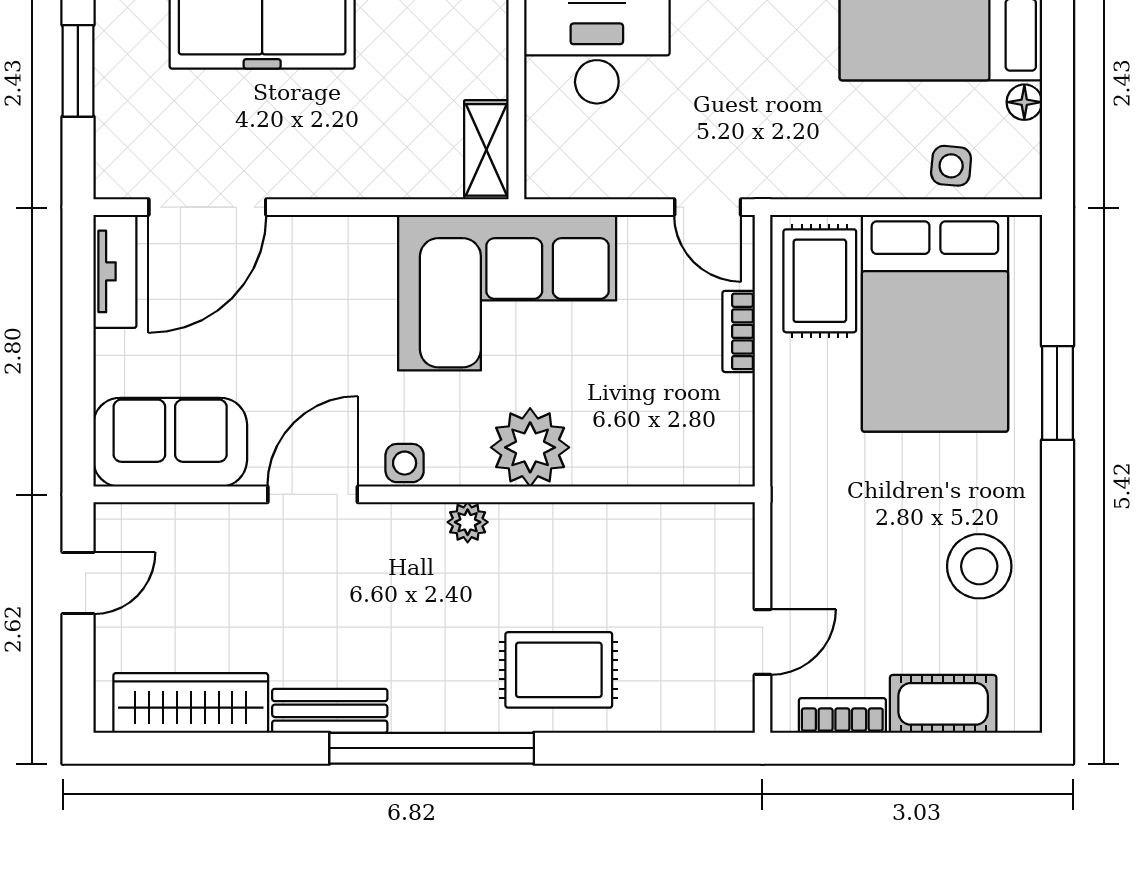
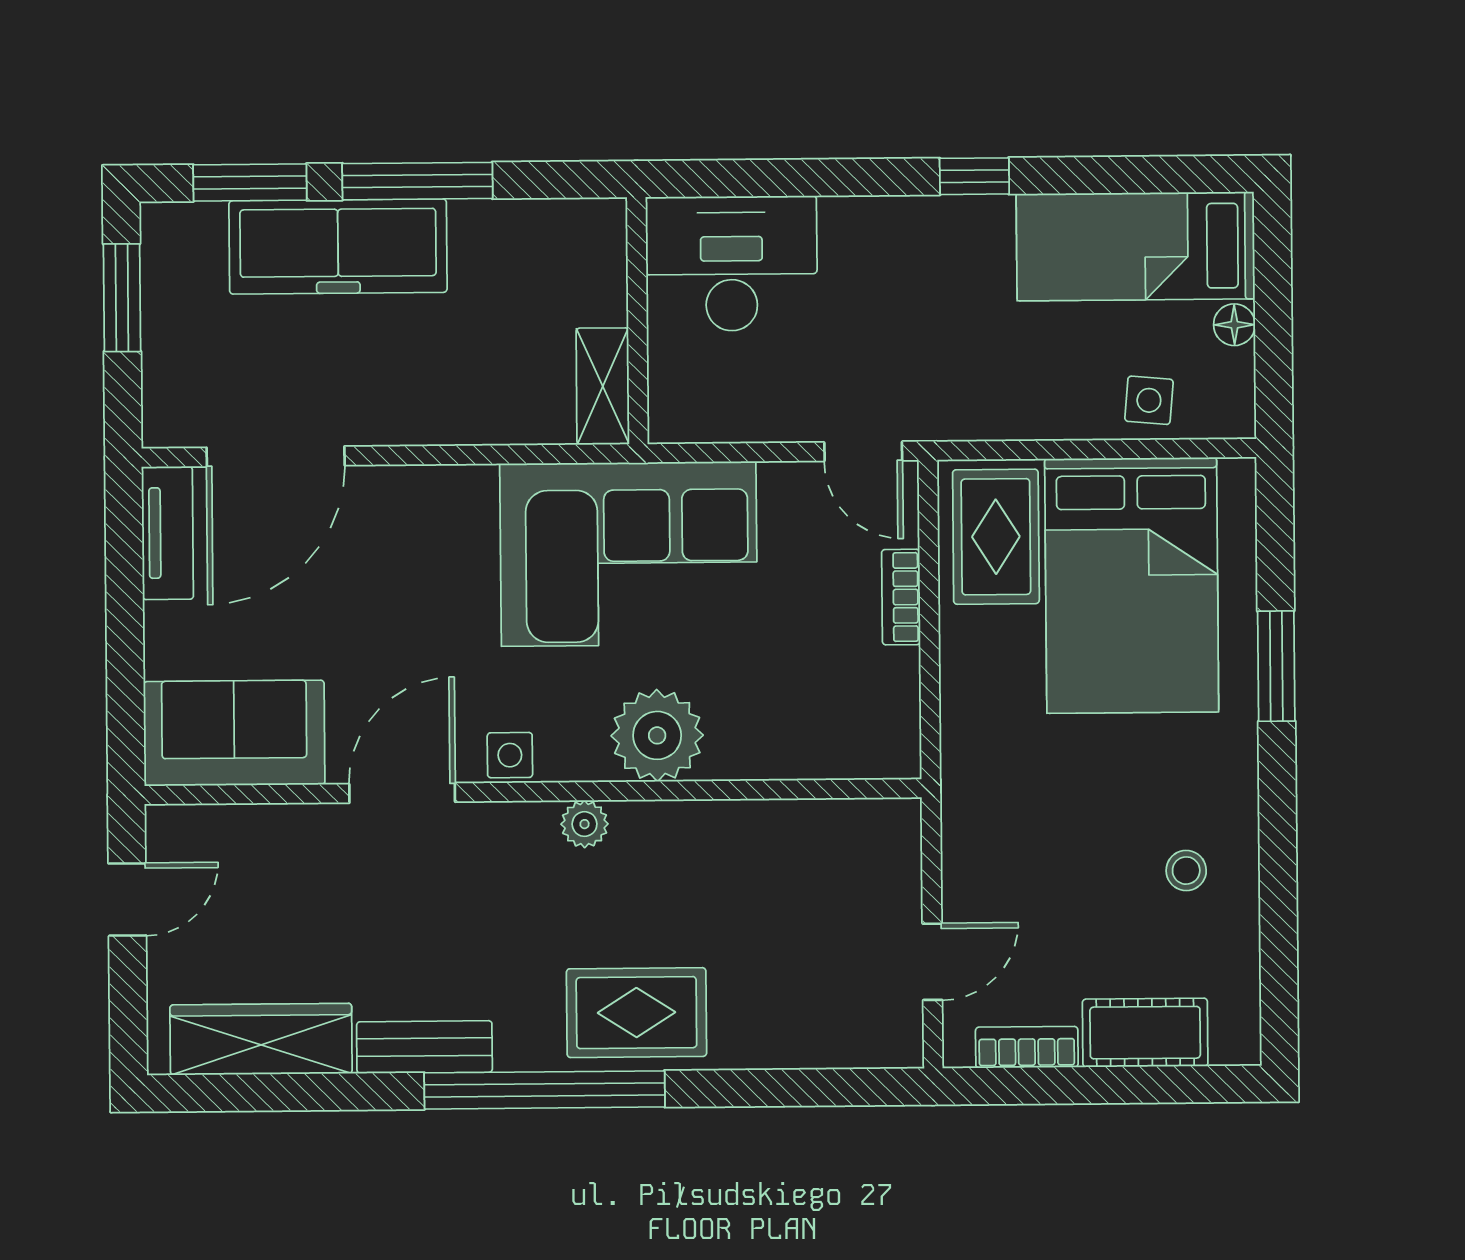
stool: (979, 566) -> (1186, 871), width x0.53, depth x0.53
rug: (559, 670) -> (636, 1013), moved

